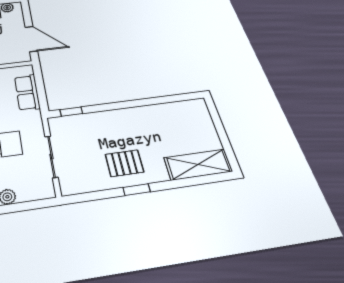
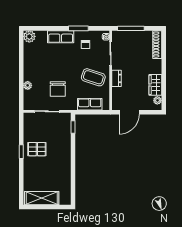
pallet: (124, 163) -> (37, 149), turned 90
shelving: (198, 164) -> (42, 198), moved, turned 90

